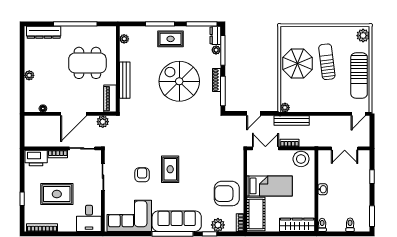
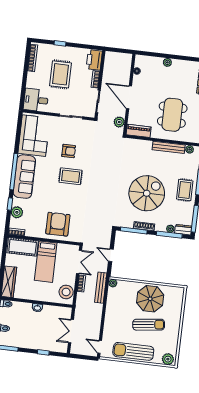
bench: (125, 80) -> (169, 147), moved
armchair: (227, 194) -> (58, 224), moved

